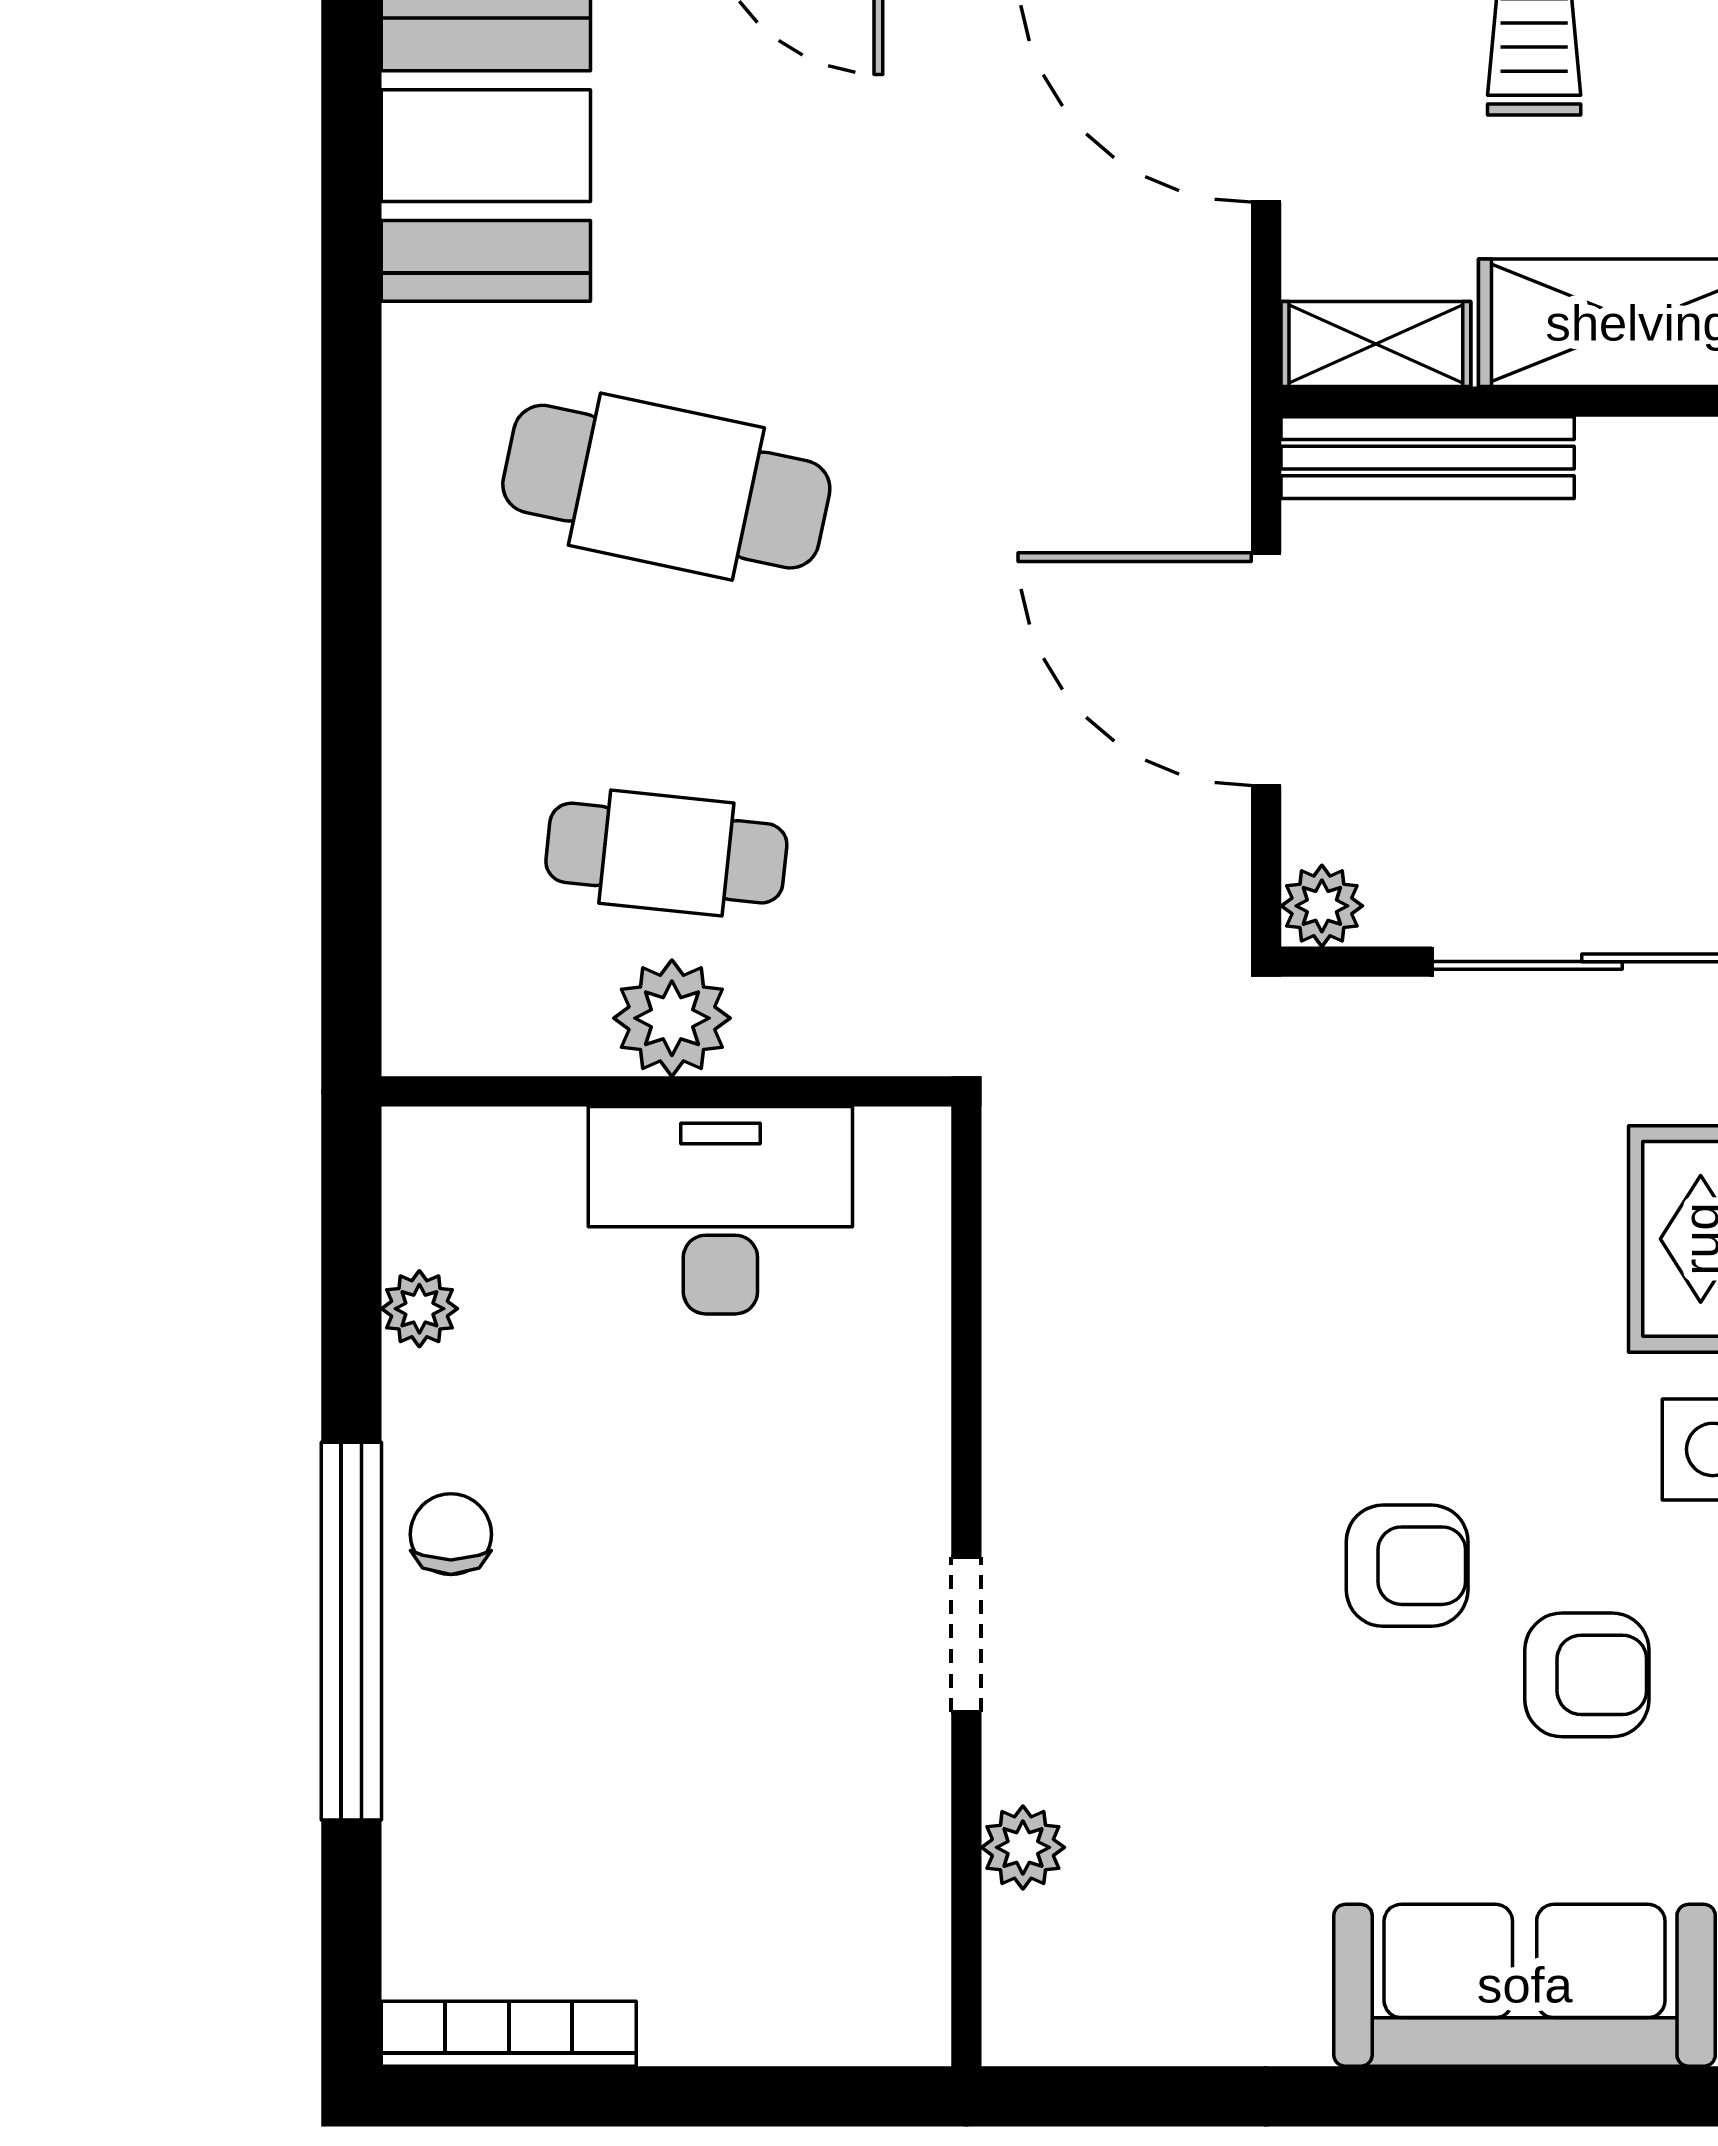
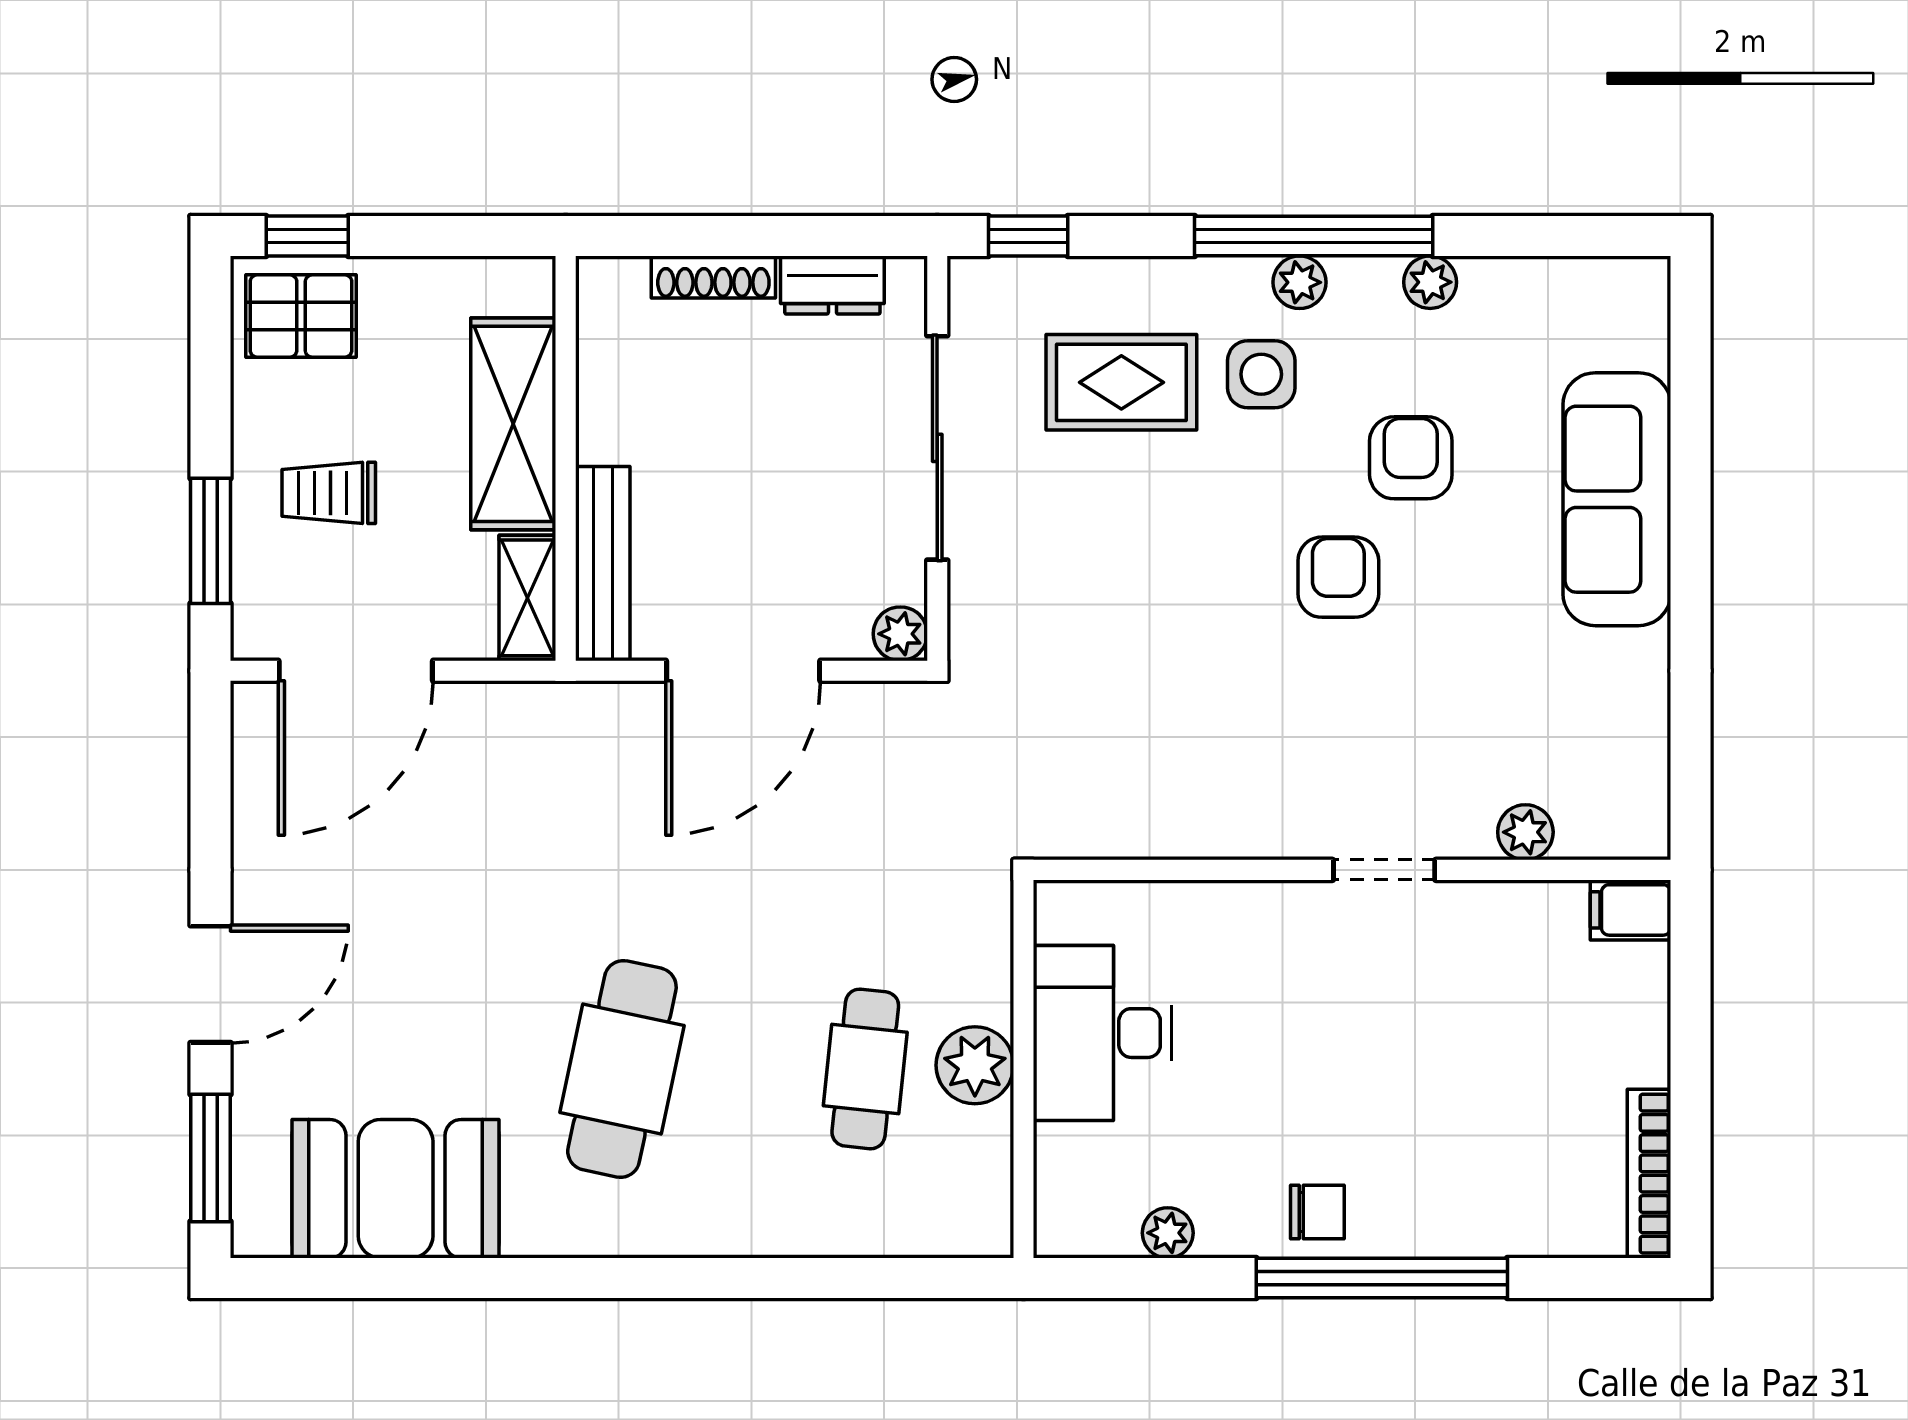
chair: (451, 1534) -> (1317, 1212), turned 180
filing cabinet: (906, 2006) -> (1630, 910), added

